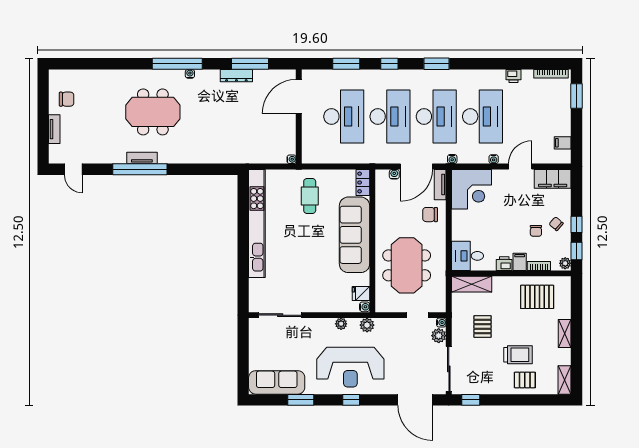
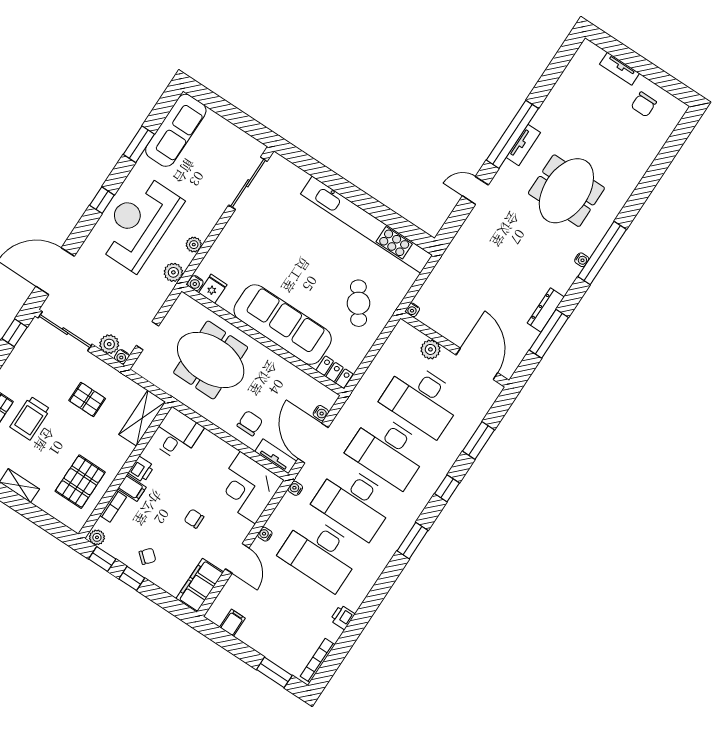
plant: (309, 132) -> (430, 349), added
door: (73, 169) -> (475, 190), moved
cafe table: (310, 196) -> (358, 303), turned 56
chair: (536, 231) -> (194, 519), moved

